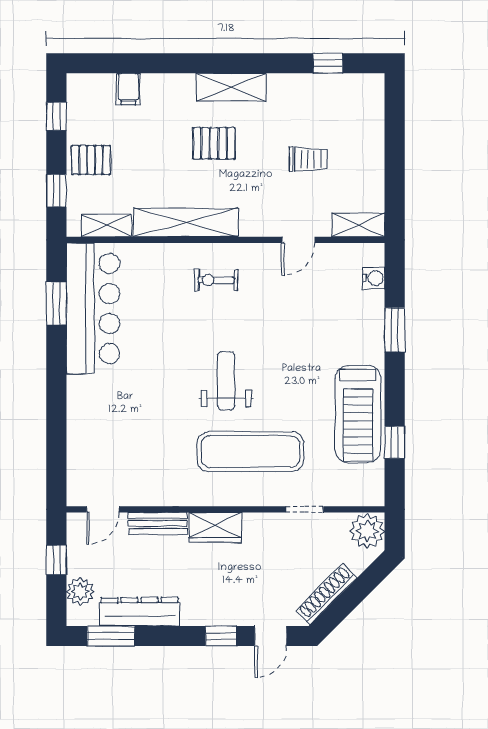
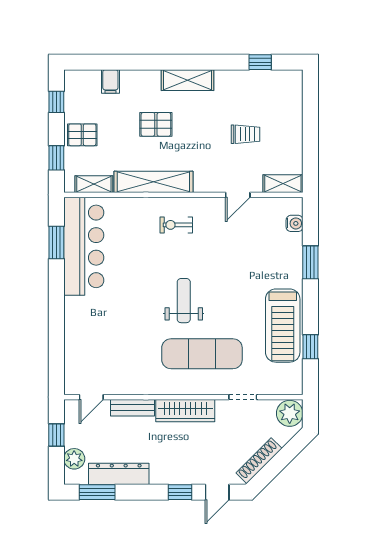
pallet: (214, 143) -> (156, 124), moved
wardrobe: (215, 527) -> (185, 411), width x1.50

